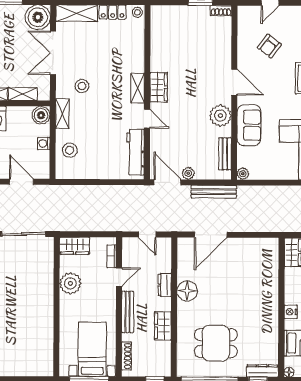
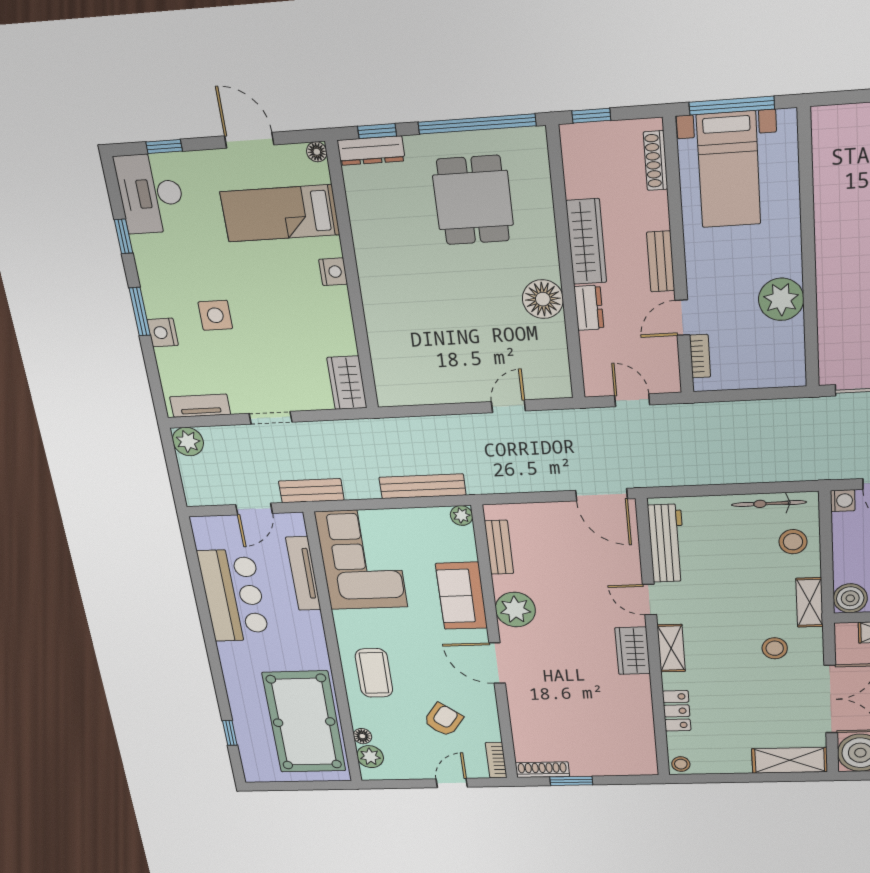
shoe rack: (221, 11) -> (542, 770), width x1.43
locker: (113, 12) -> (677, 711), moved, turned 90
bookcase: (242, 18) -> (496, 760), added
washing machine: (44, 143) -> (843, 501), moved
bicycle: (81, 173) -> (769, 503), added
plant: (188, 173) -> (564, 512), removed
bench: (214, 192) -> (422, 486), moved
door: (211, 235) -> (508, 406), width x0.53
wardrobe: (74, 246) -> (776, 372), removed
bench: (128, 312) -> (661, 261), width x0.73
wardrobe: (163, 326) -> (586, 242), width x1.50
dining table: (216, 343) -> (473, 200), turned 90

